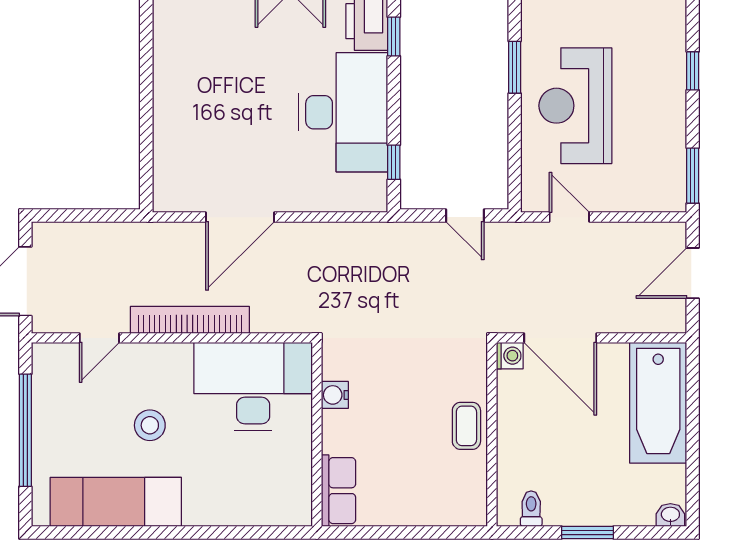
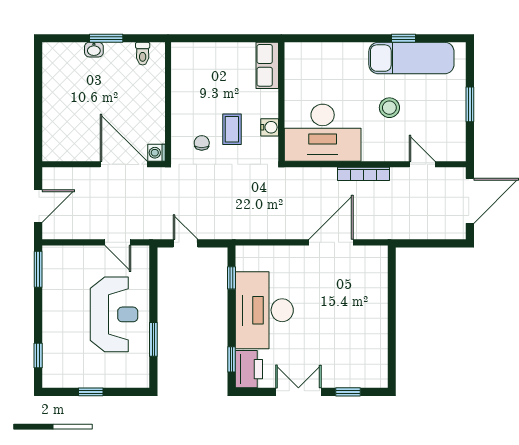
window: (693, 71) -> (38, 356), moved
bookcase: (190, 320) -> (364, 174), width x0.68, depth x0.76
door: (99, 338) -> (422, 164), hinge flipped
chair: (440, 371) -> (202, 143), added
bathtub: (658, 403) -> (60, 122), removed
coffee table: (466, 426) -> (232, 129), moved
window: (25, 430) -> (470, 104), width x0.47
washbasin: (670, 515) -> (94, 50), moved
window: (128, 533) -> (404, 38), added

